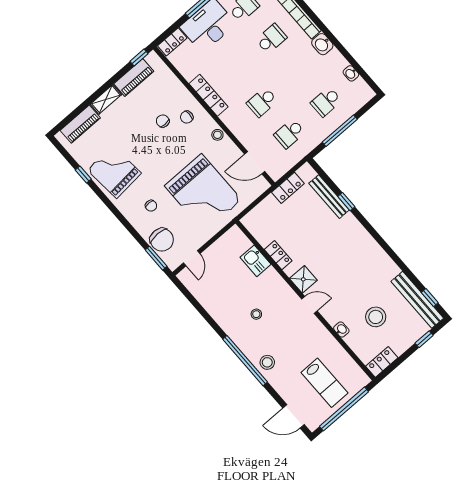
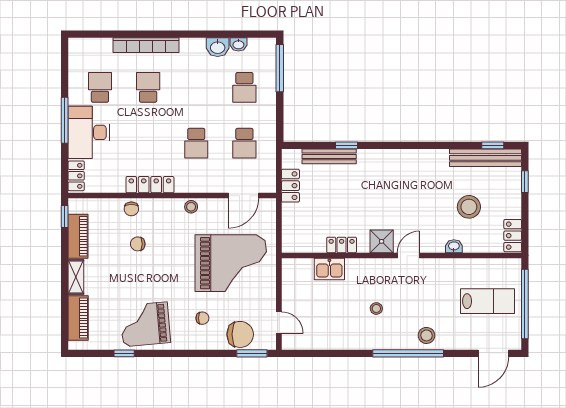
washbasin: (322, 44) -> (218, 47), moved
chair: (187, 117) -> (131, 209), moved
window: (340, 131) -> (280, 68), moved

